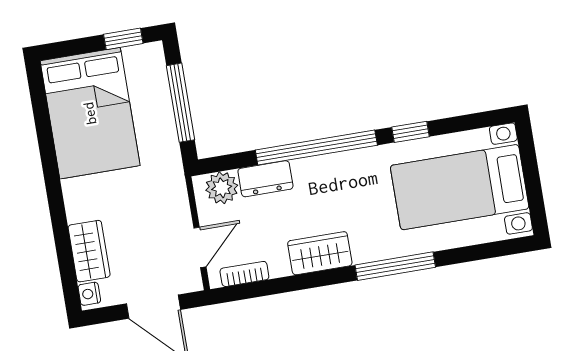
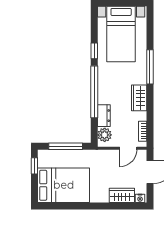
door: (200, 247) -> (128, 148), swing flipped

